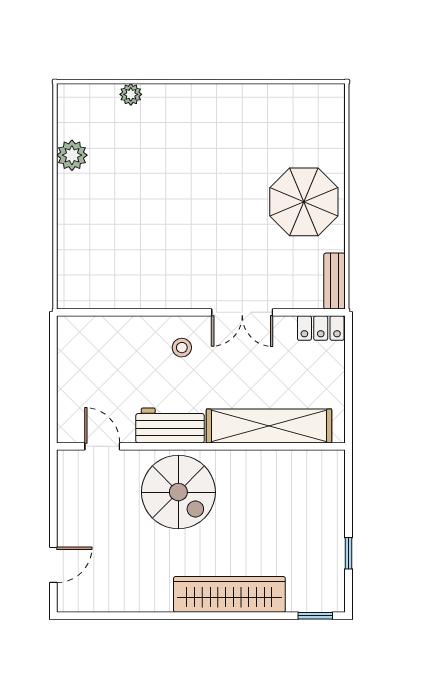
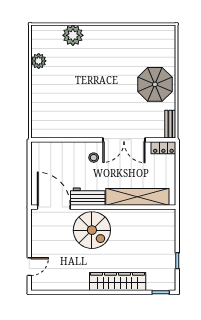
plant: (131, 94) -> (73, 35), width x1.88, depth x1.88
double door: (242, 312) -> (124, 140), width x1.37
door: (102, 446) -> (54, 207), width x1.88

